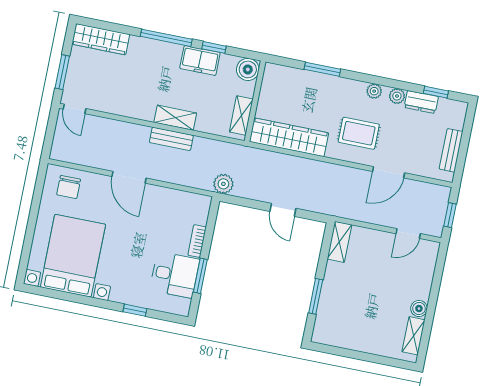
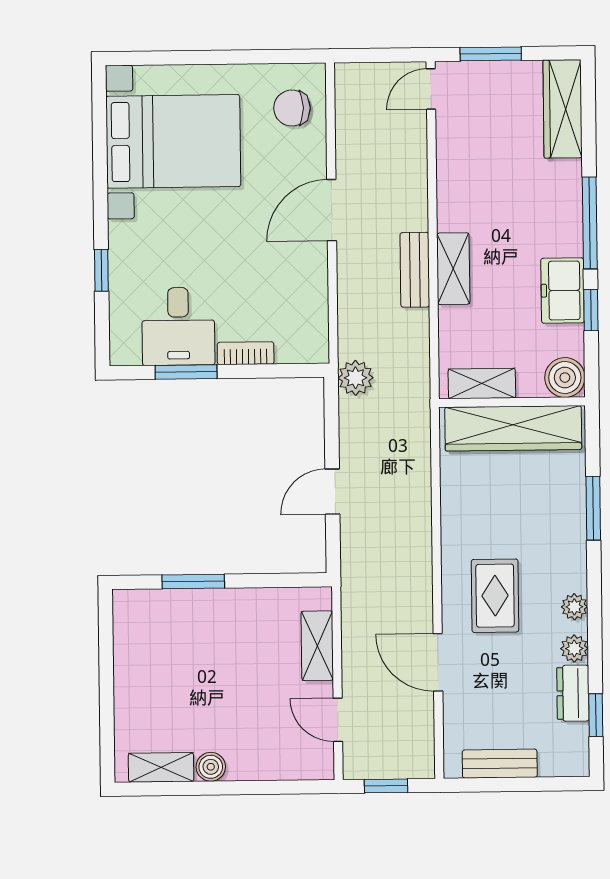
wardrobe: (289, 137) -> (513, 428), moved, turned 90
shelving: (339, 242) -> (317, 646), moved, turned 90

